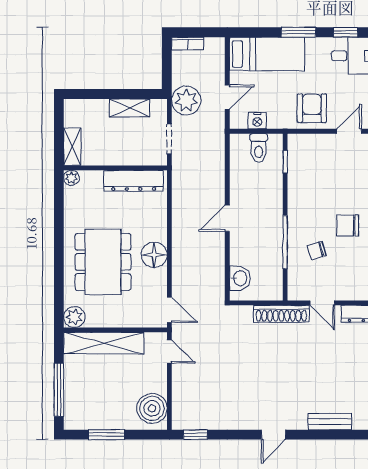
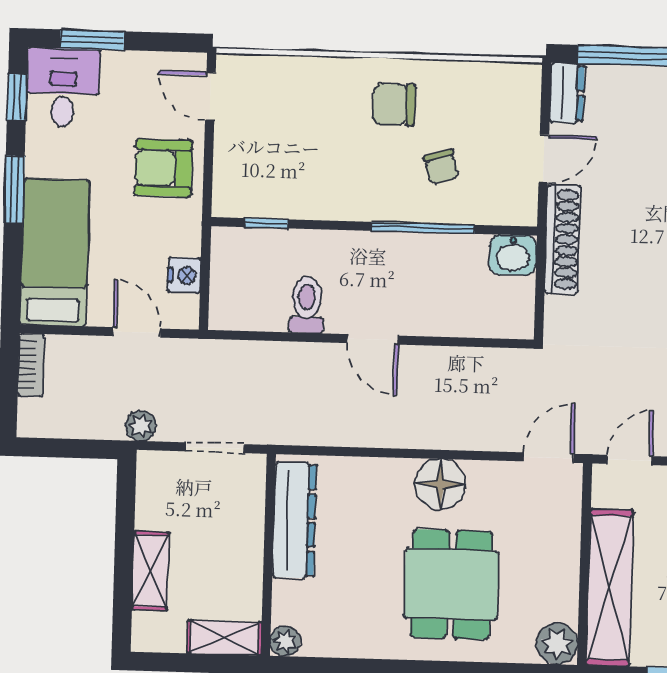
bookcase: (188, 44) -> (31, 365), moved
plant: (186, 101) -> (141, 426), width x0.53, depth x0.53
shelving: (130, 108) -> (151, 571), moved
toilet: (259, 148) -> (307, 305), moved, turned -90
chair: (348, 225) -> (394, 105), turned 90
dining table: (103, 262) -> (451, 584), width x0.73
washbasin: (240, 278) -> (513, 255), moved, turned 180

